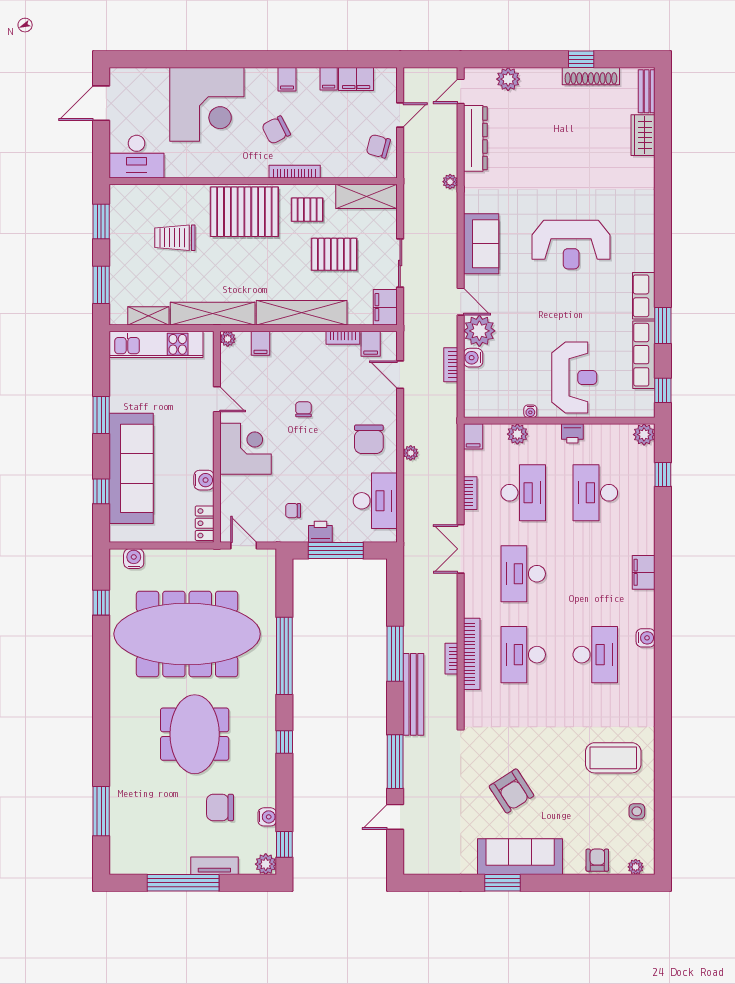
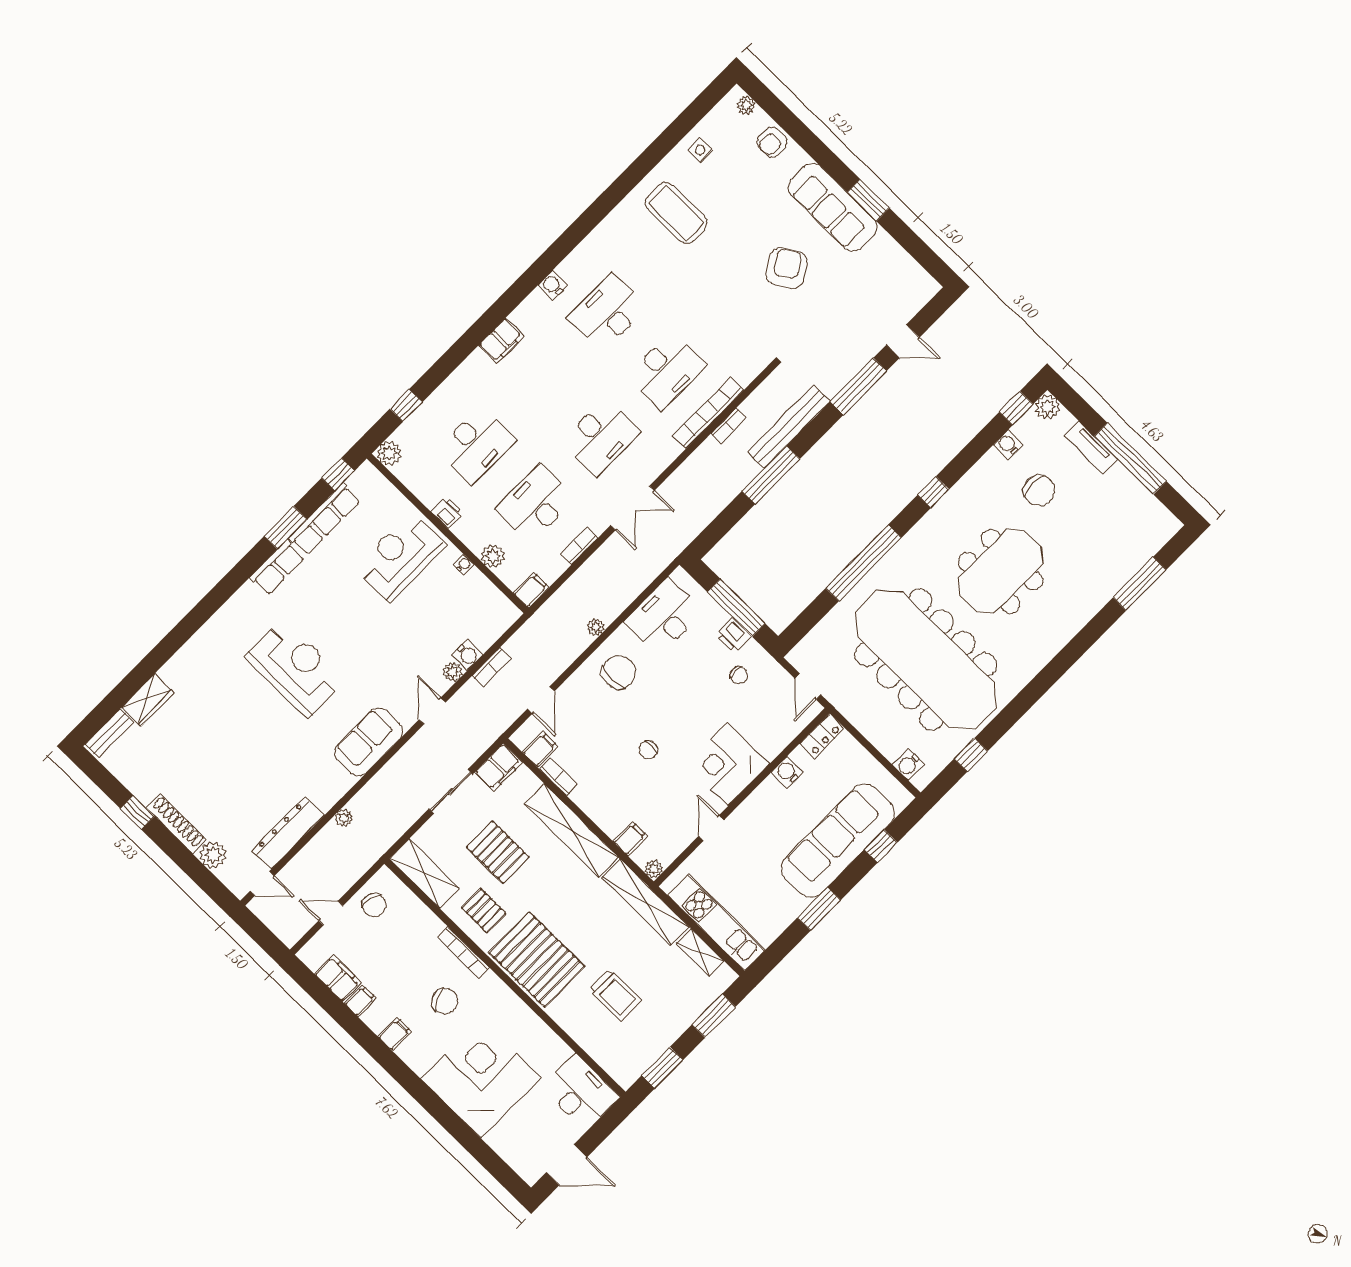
shoe rack: (591, 76) -> (176, 824), moved
plant: (479, 331) -> (452, 672), width x0.53, depth x0.53

